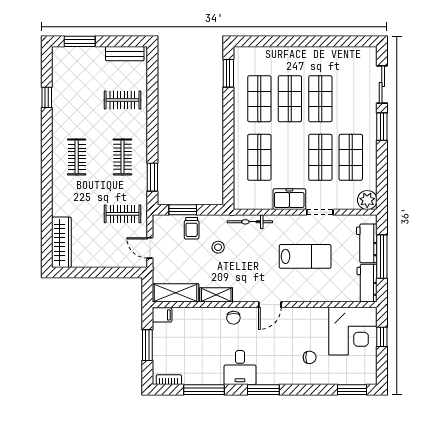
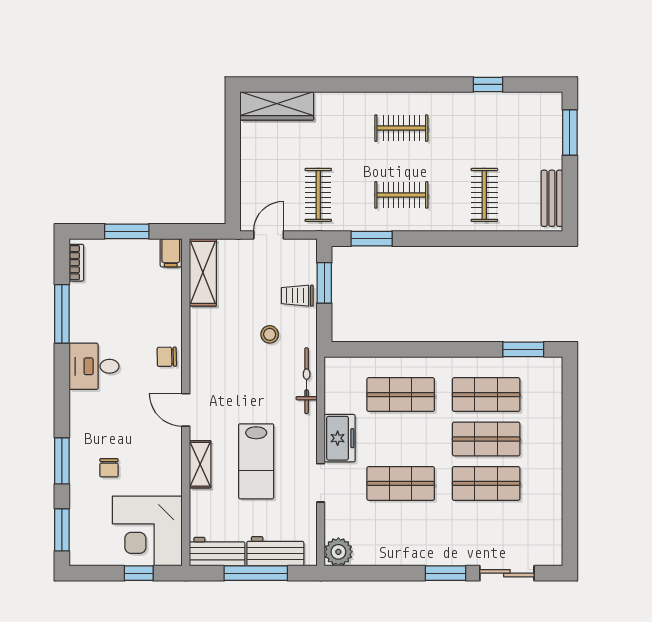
shop shelf: (351, 157) -> (401, 528), removed
shelving: (216, 295) -> (200, 464), moved
window: (263, 390) -> (62, 461), moved

